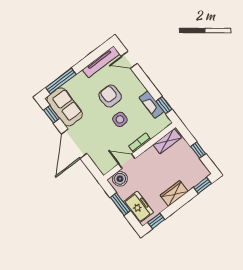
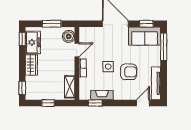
freezer: (138, 207) -> (33, 42), moved, turned -90

